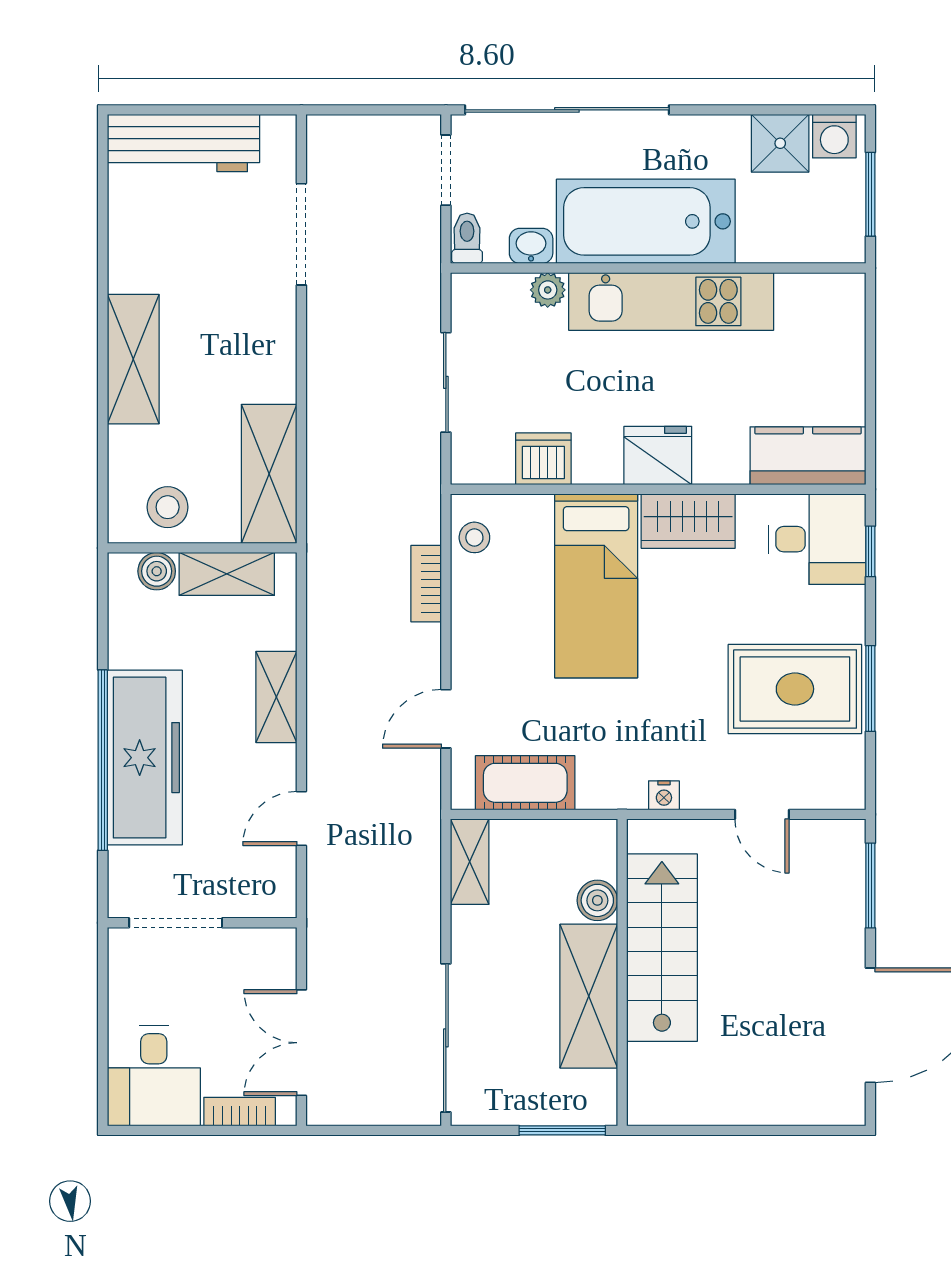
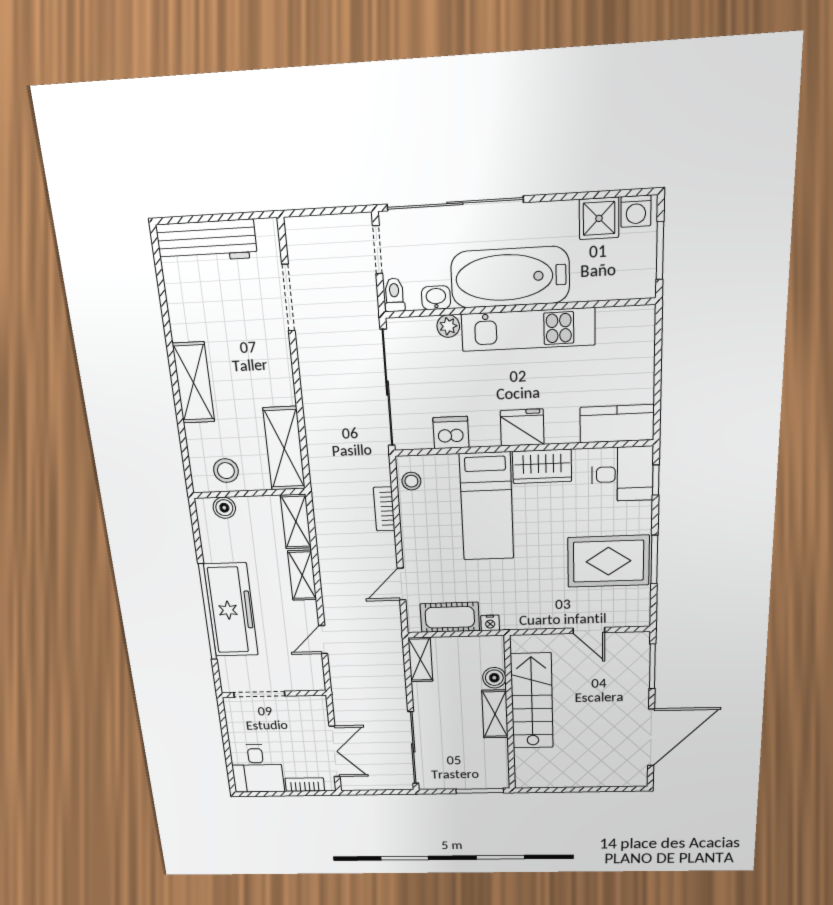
sliding door: (446, 382) -> (387, 388), width x1.86
shelving: (227, 574) -> (296, 522), moved, turned 90
nightstand: (664, 795) -> (490, 623), moved
shelving: (589, 996) -> (495, 714), width x0.67, depth x0.75
double door: (301, 1043) -> (335, 751), swing flipped

